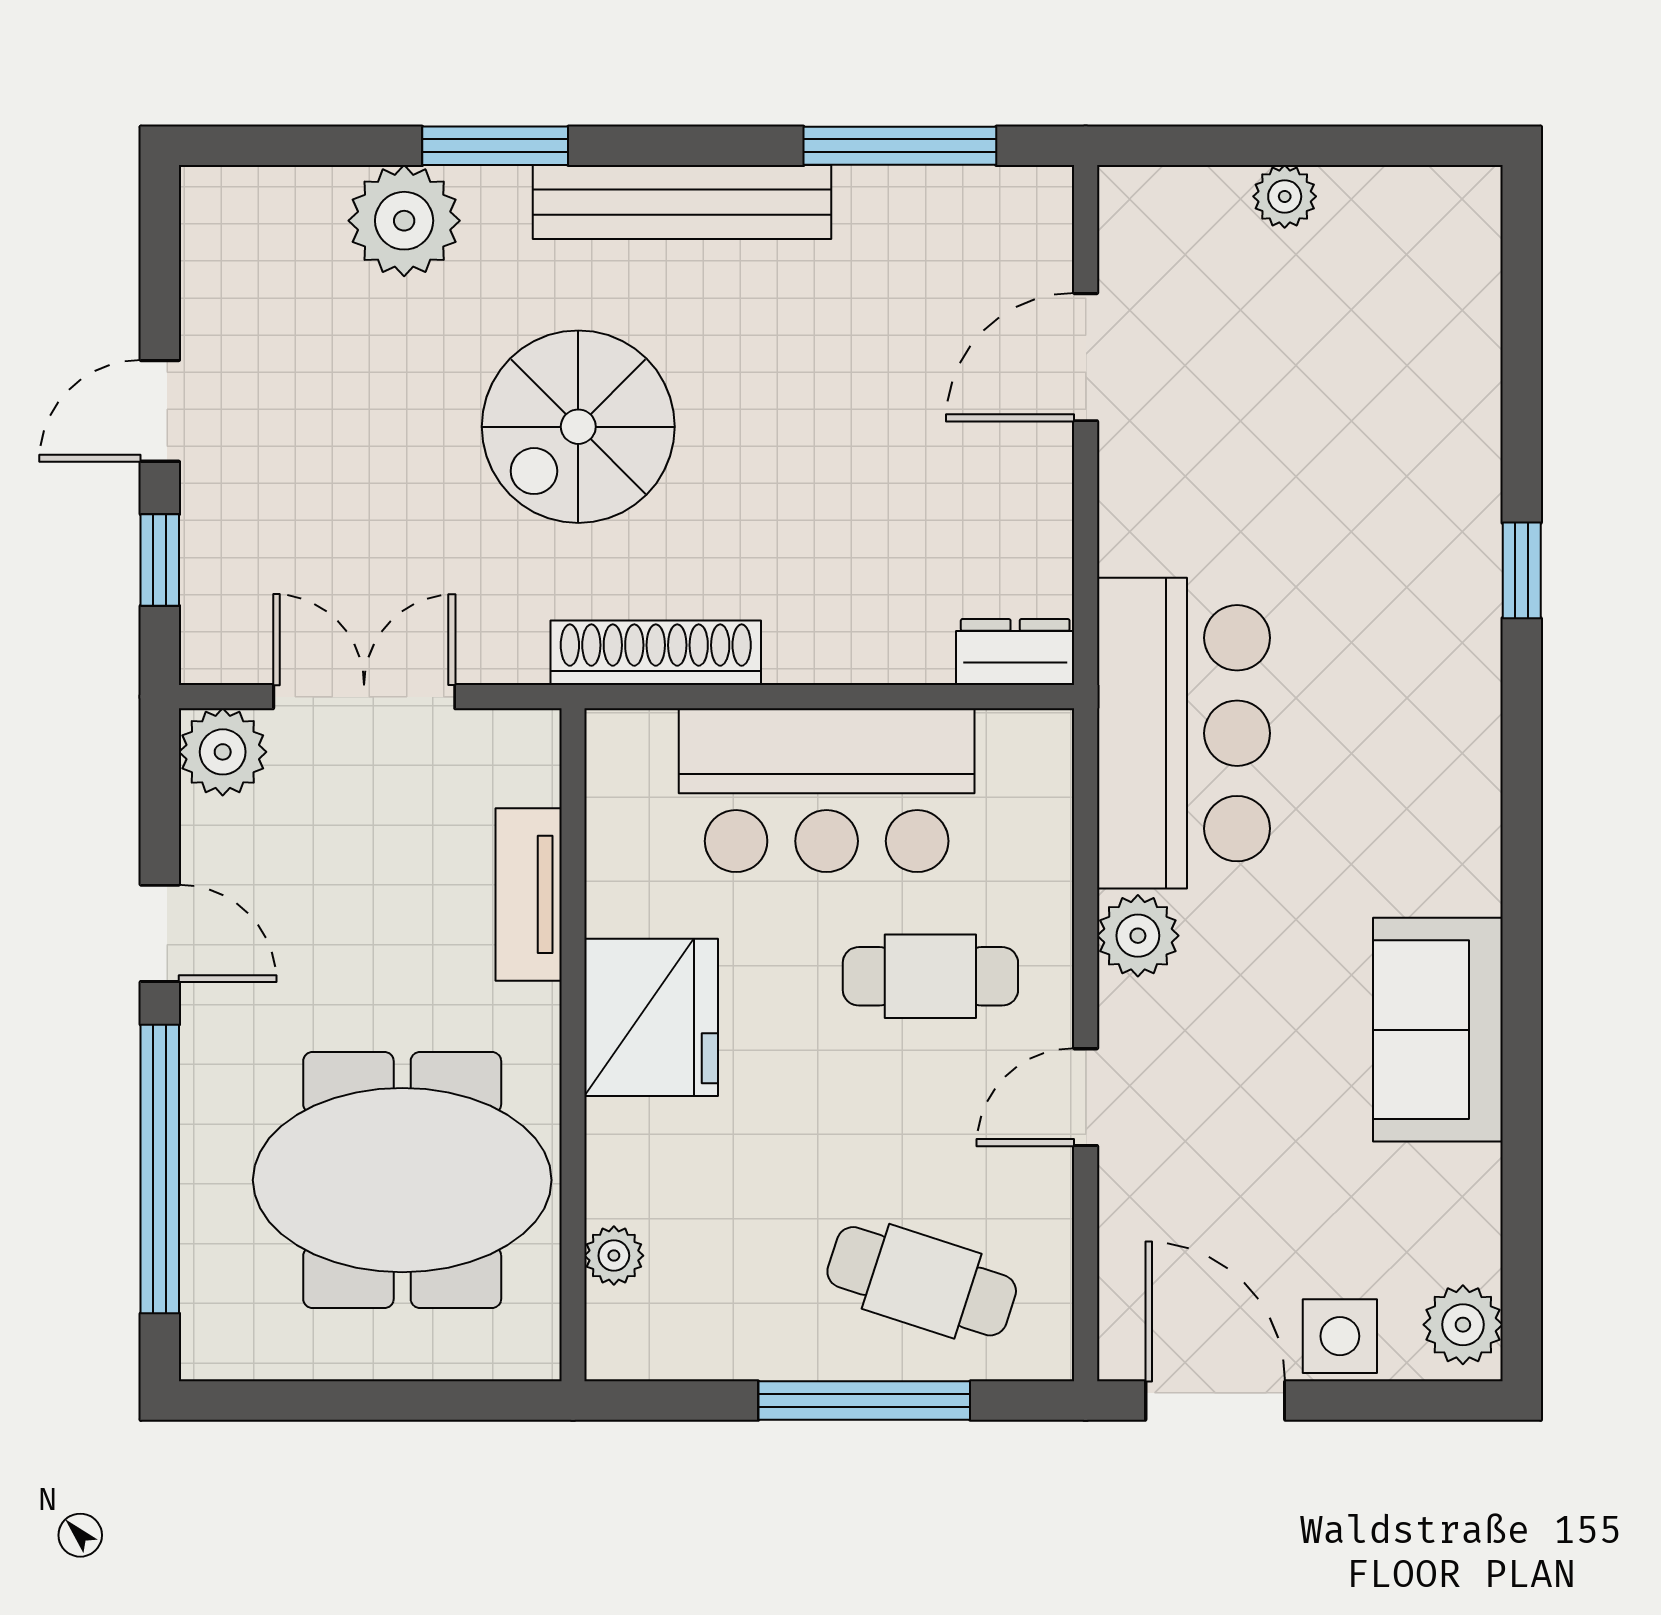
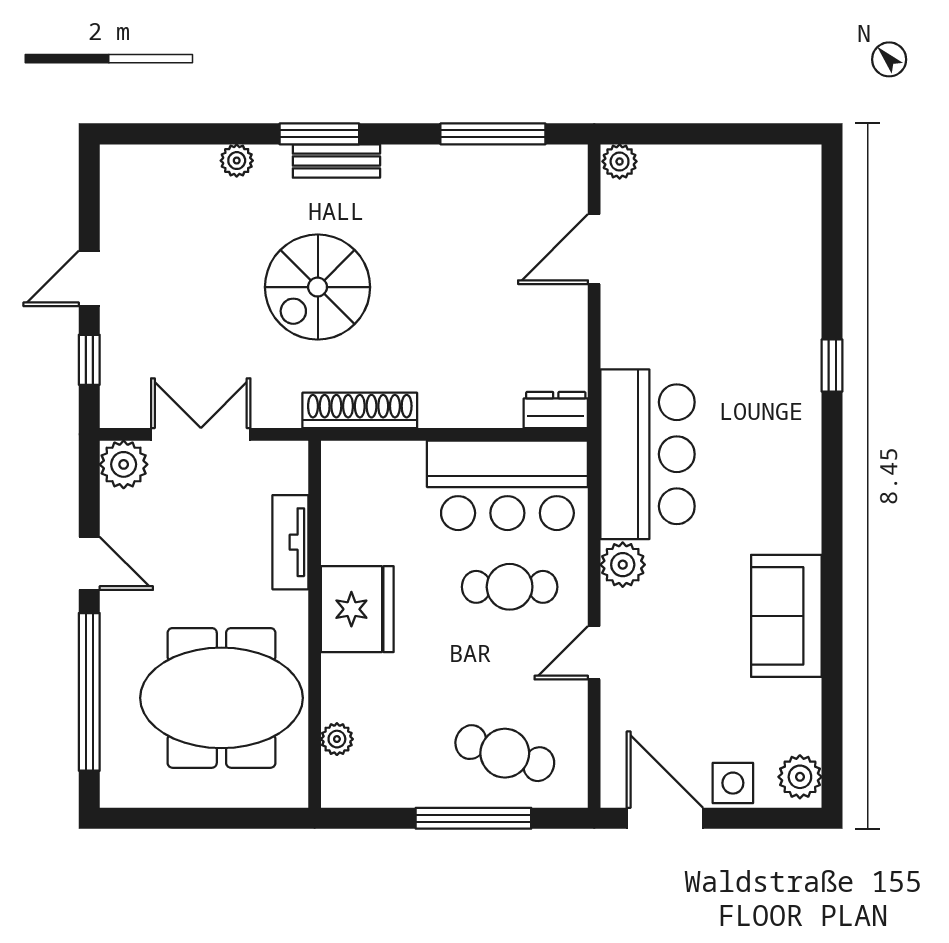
window: (495, 146) -> (319, 134), moved
plant: (1285, 196) -> (620, 161), moved
bench: (682, 202) -> (336, 161), width x0.54, depth x0.82
plant: (404, 221) -> (237, 161), width x0.53, depth x0.53
bar counter: (827, 790) -> (507, 485), moved

